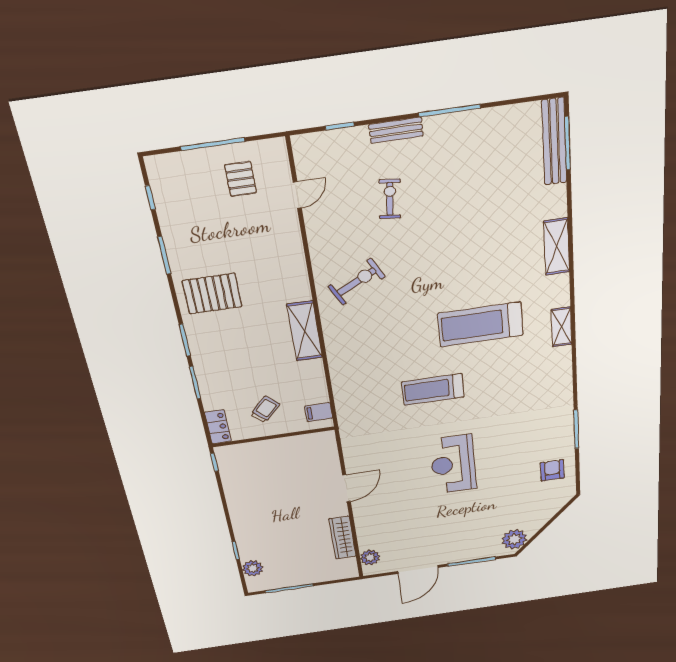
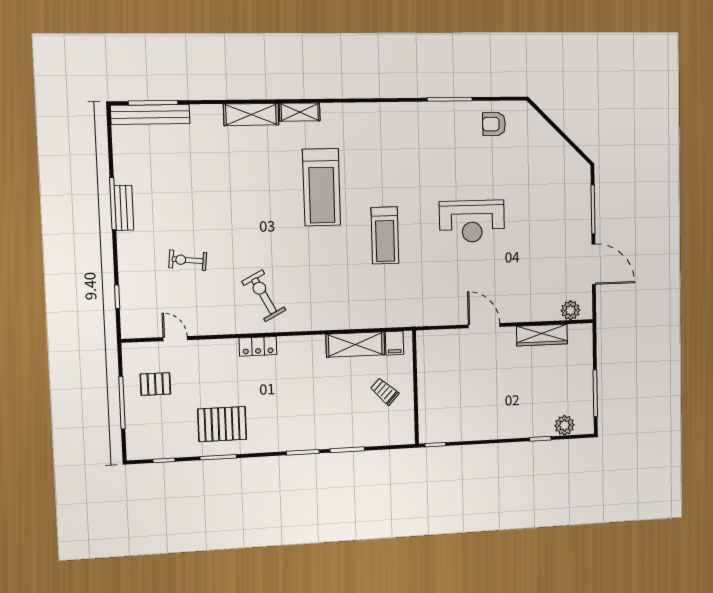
bench: (396, 130) -> (124, 208), moved
pallet: (212, 294) -> (222, 424), moved, turned 90
shelving: (562, 327) -> (300, 112), moved
shelving: (305, 331) -> (355, 345), moved
locker: (218, 427) -> (258, 346), moved, turned 180
plant: (514, 539) -> (572, 165), removed

